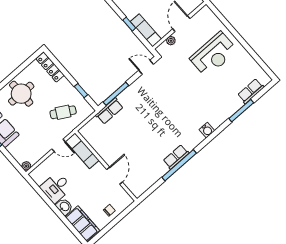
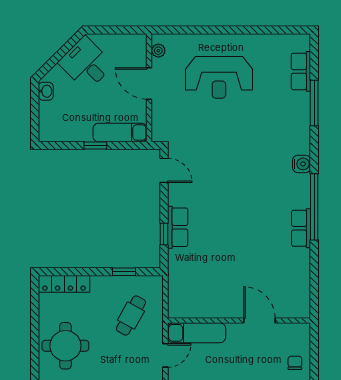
plant: (171, 41) -> (158, 51), moved
reception desk: (214, 54) -> (219, 77), turned 90
door: (146, 67) -> (164, 170), swing flipped
window: (116, 94) -> (164, 234), width x0.46
row of seats: (109, 111) -> (178, 227), moved
window: (179, 165) -> (314, 207), moved

